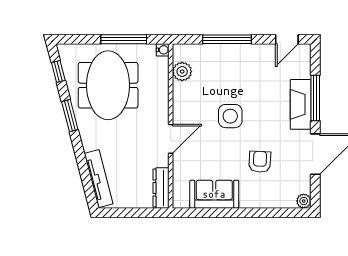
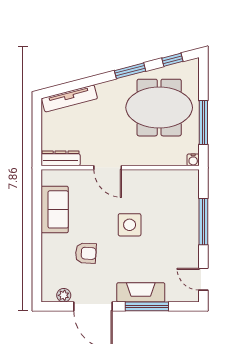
plant: (182, 72) -> (172, 179), removed
plant: (304, 201) -> (64, 295), moved

